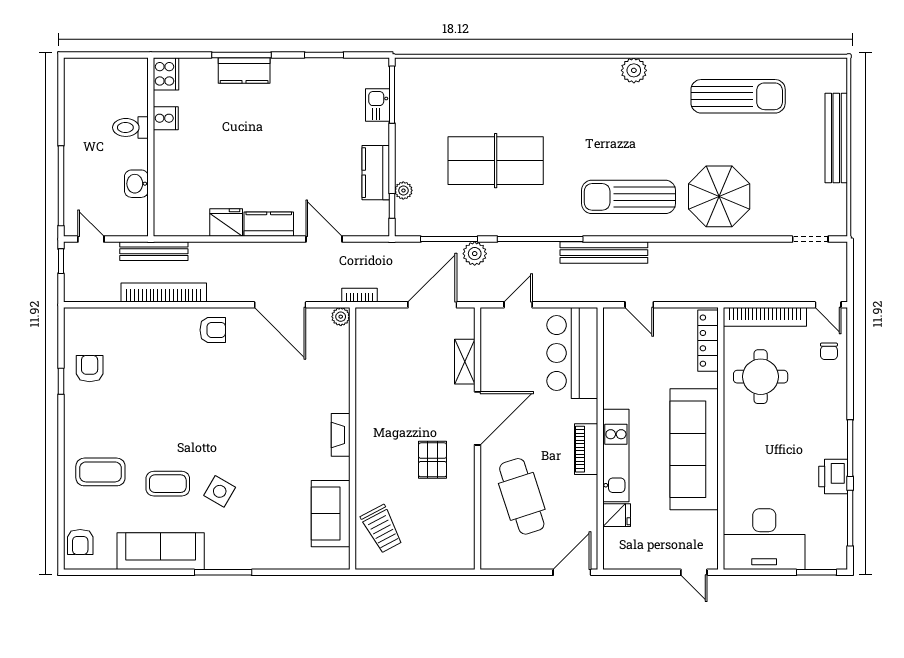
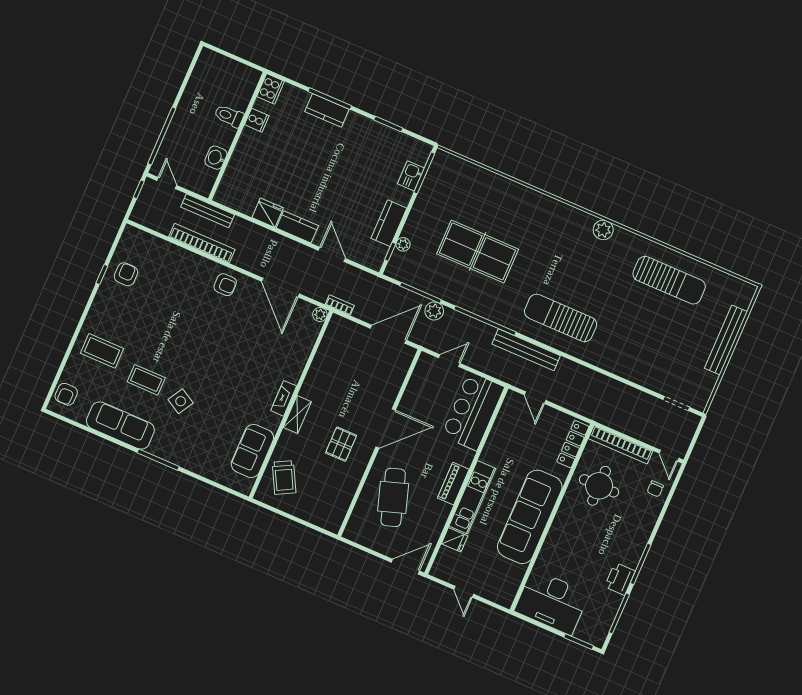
parasol: (719, 196) -> (625, 345), removed
shelving: (465, 362) -> (297, 414), moved
door: (694, 572) -> (464, 592), moved

